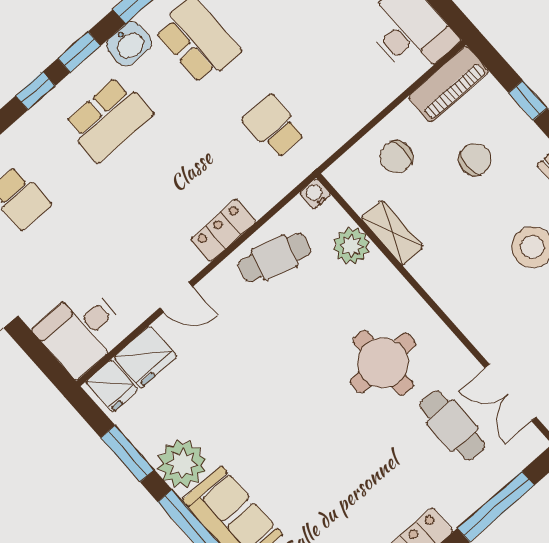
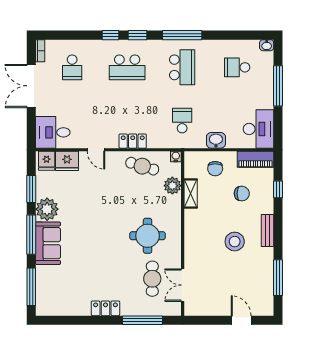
washbasin: (129, 44) -> (216, 140), moved, turned 180
chair: (396, 157) -> (215, 169), turned -90

